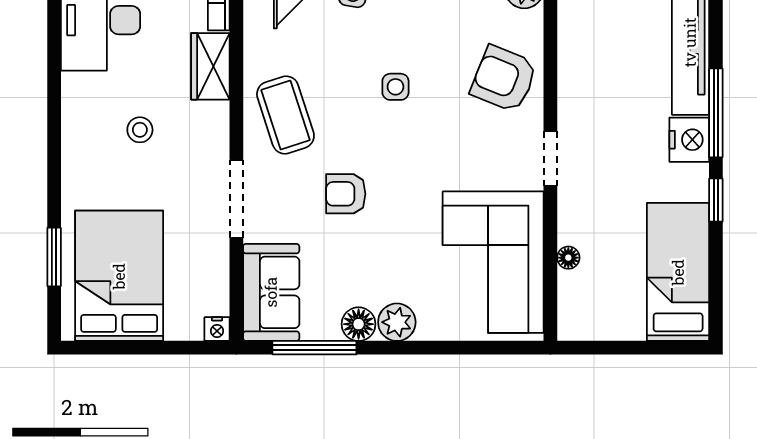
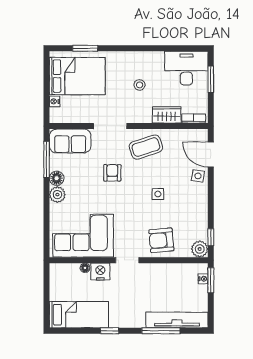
armchair: (504, 79) -> (161, 240), turned -117
window: (716, 113) -> (161, 331), moved
nightstand: (689, 140) -> (100, 272), moved, turned 180
nightstand: (217, 329) -> (54, 101), moved

